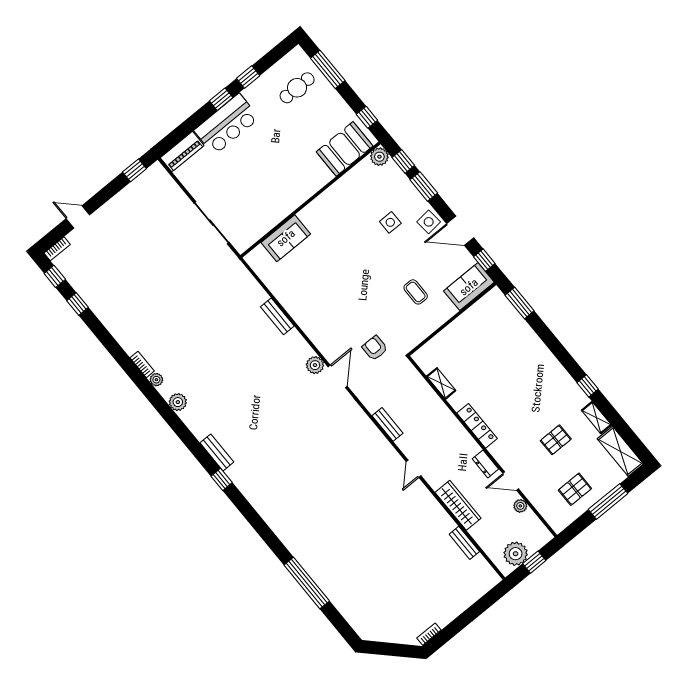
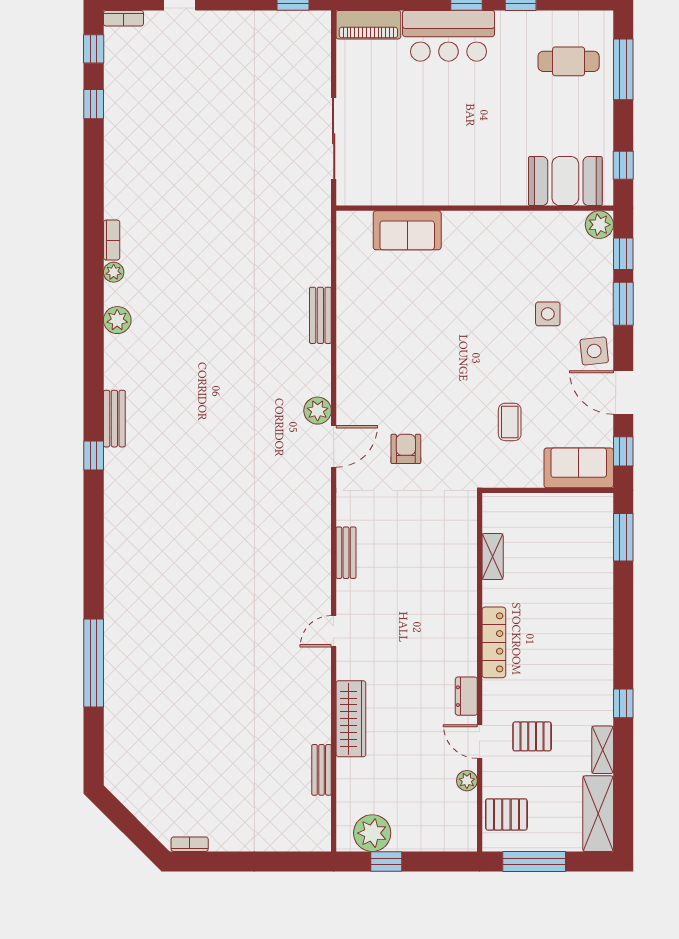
shelving: (441, 383) -> (493, 556), moved
locker: (477, 426) -> (494, 642), moved
wall: (482, 447) -> (480, 672), moved
dresser: (485, 464) -> (466, 696), moved
door: (511, 481) -> (480, 742), moved
plant: (520, 506) -> (467, 781), moved

